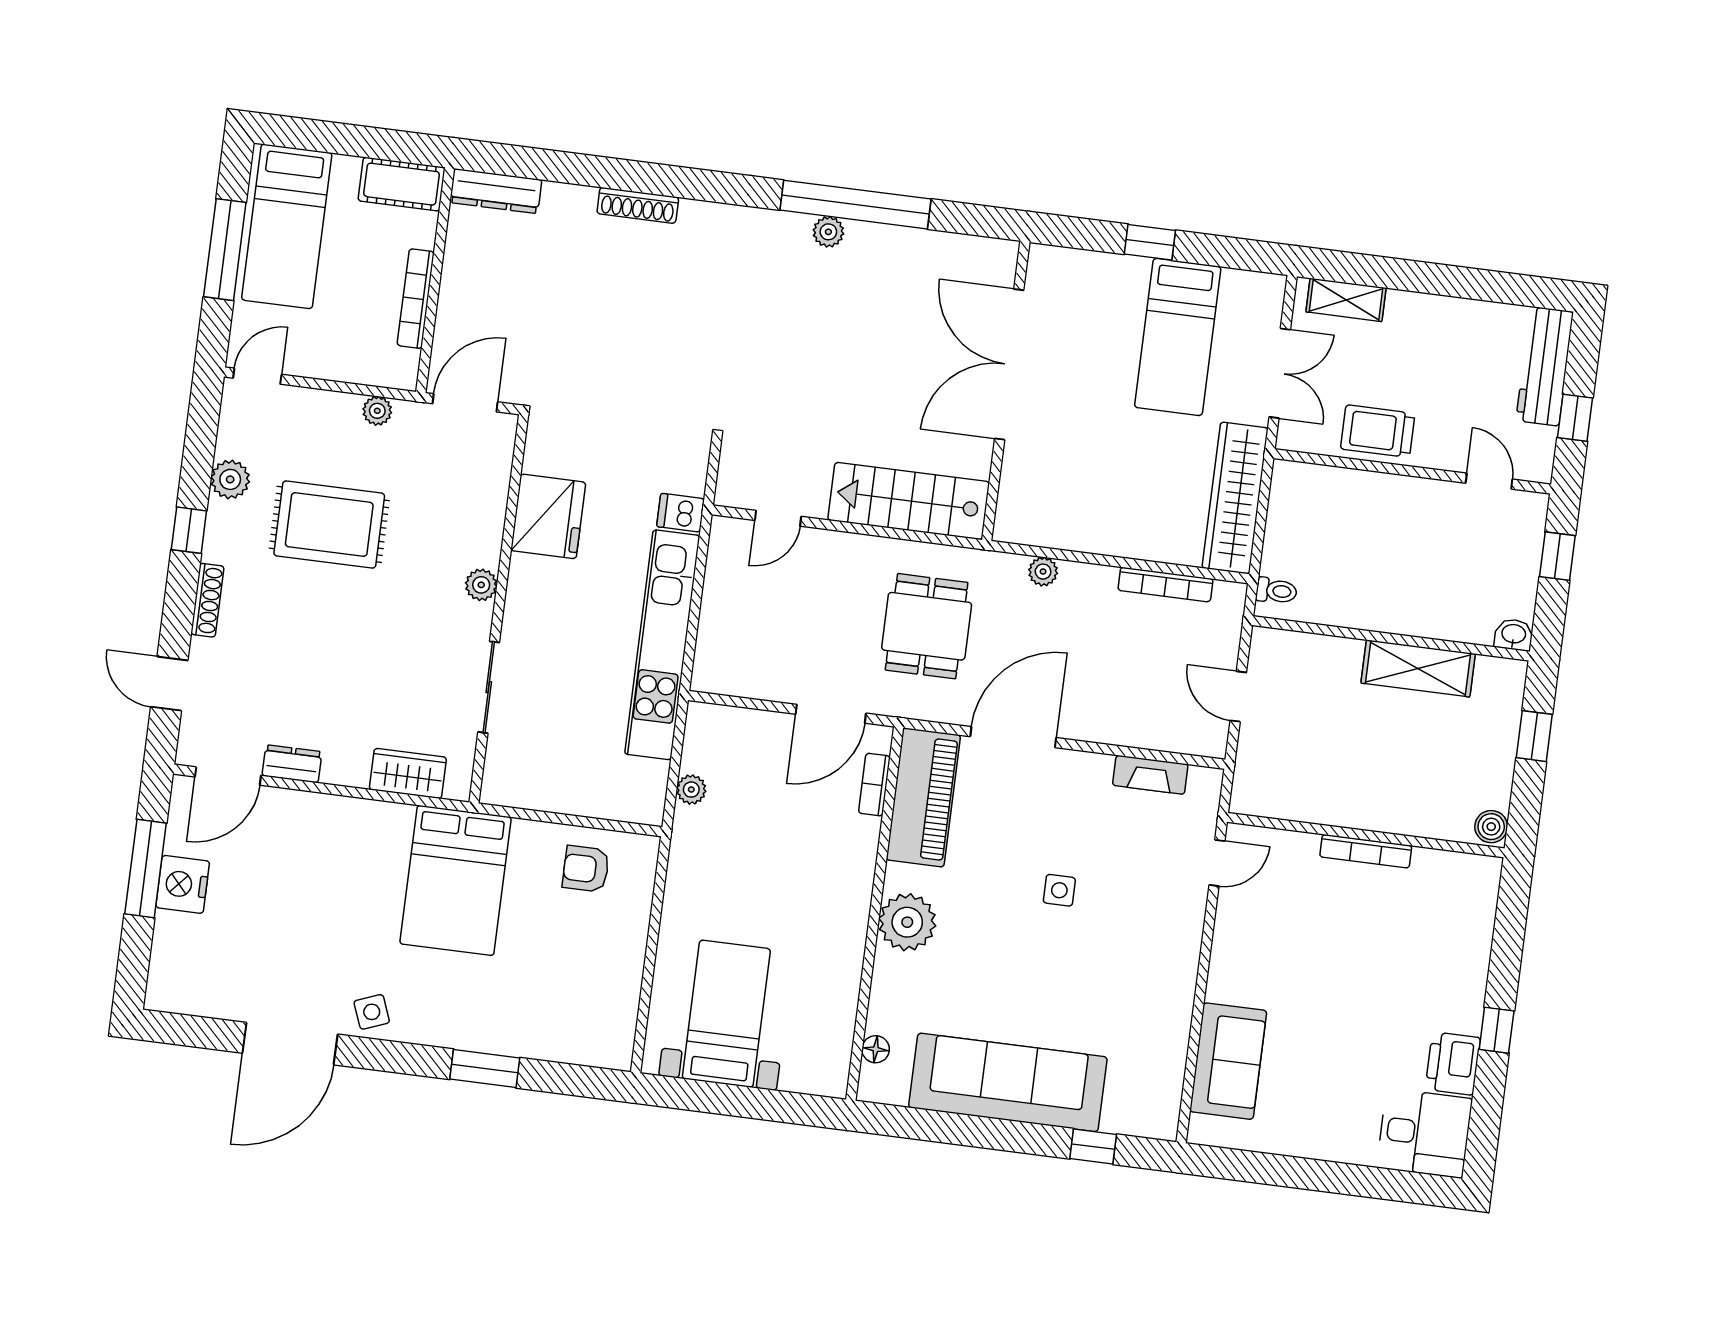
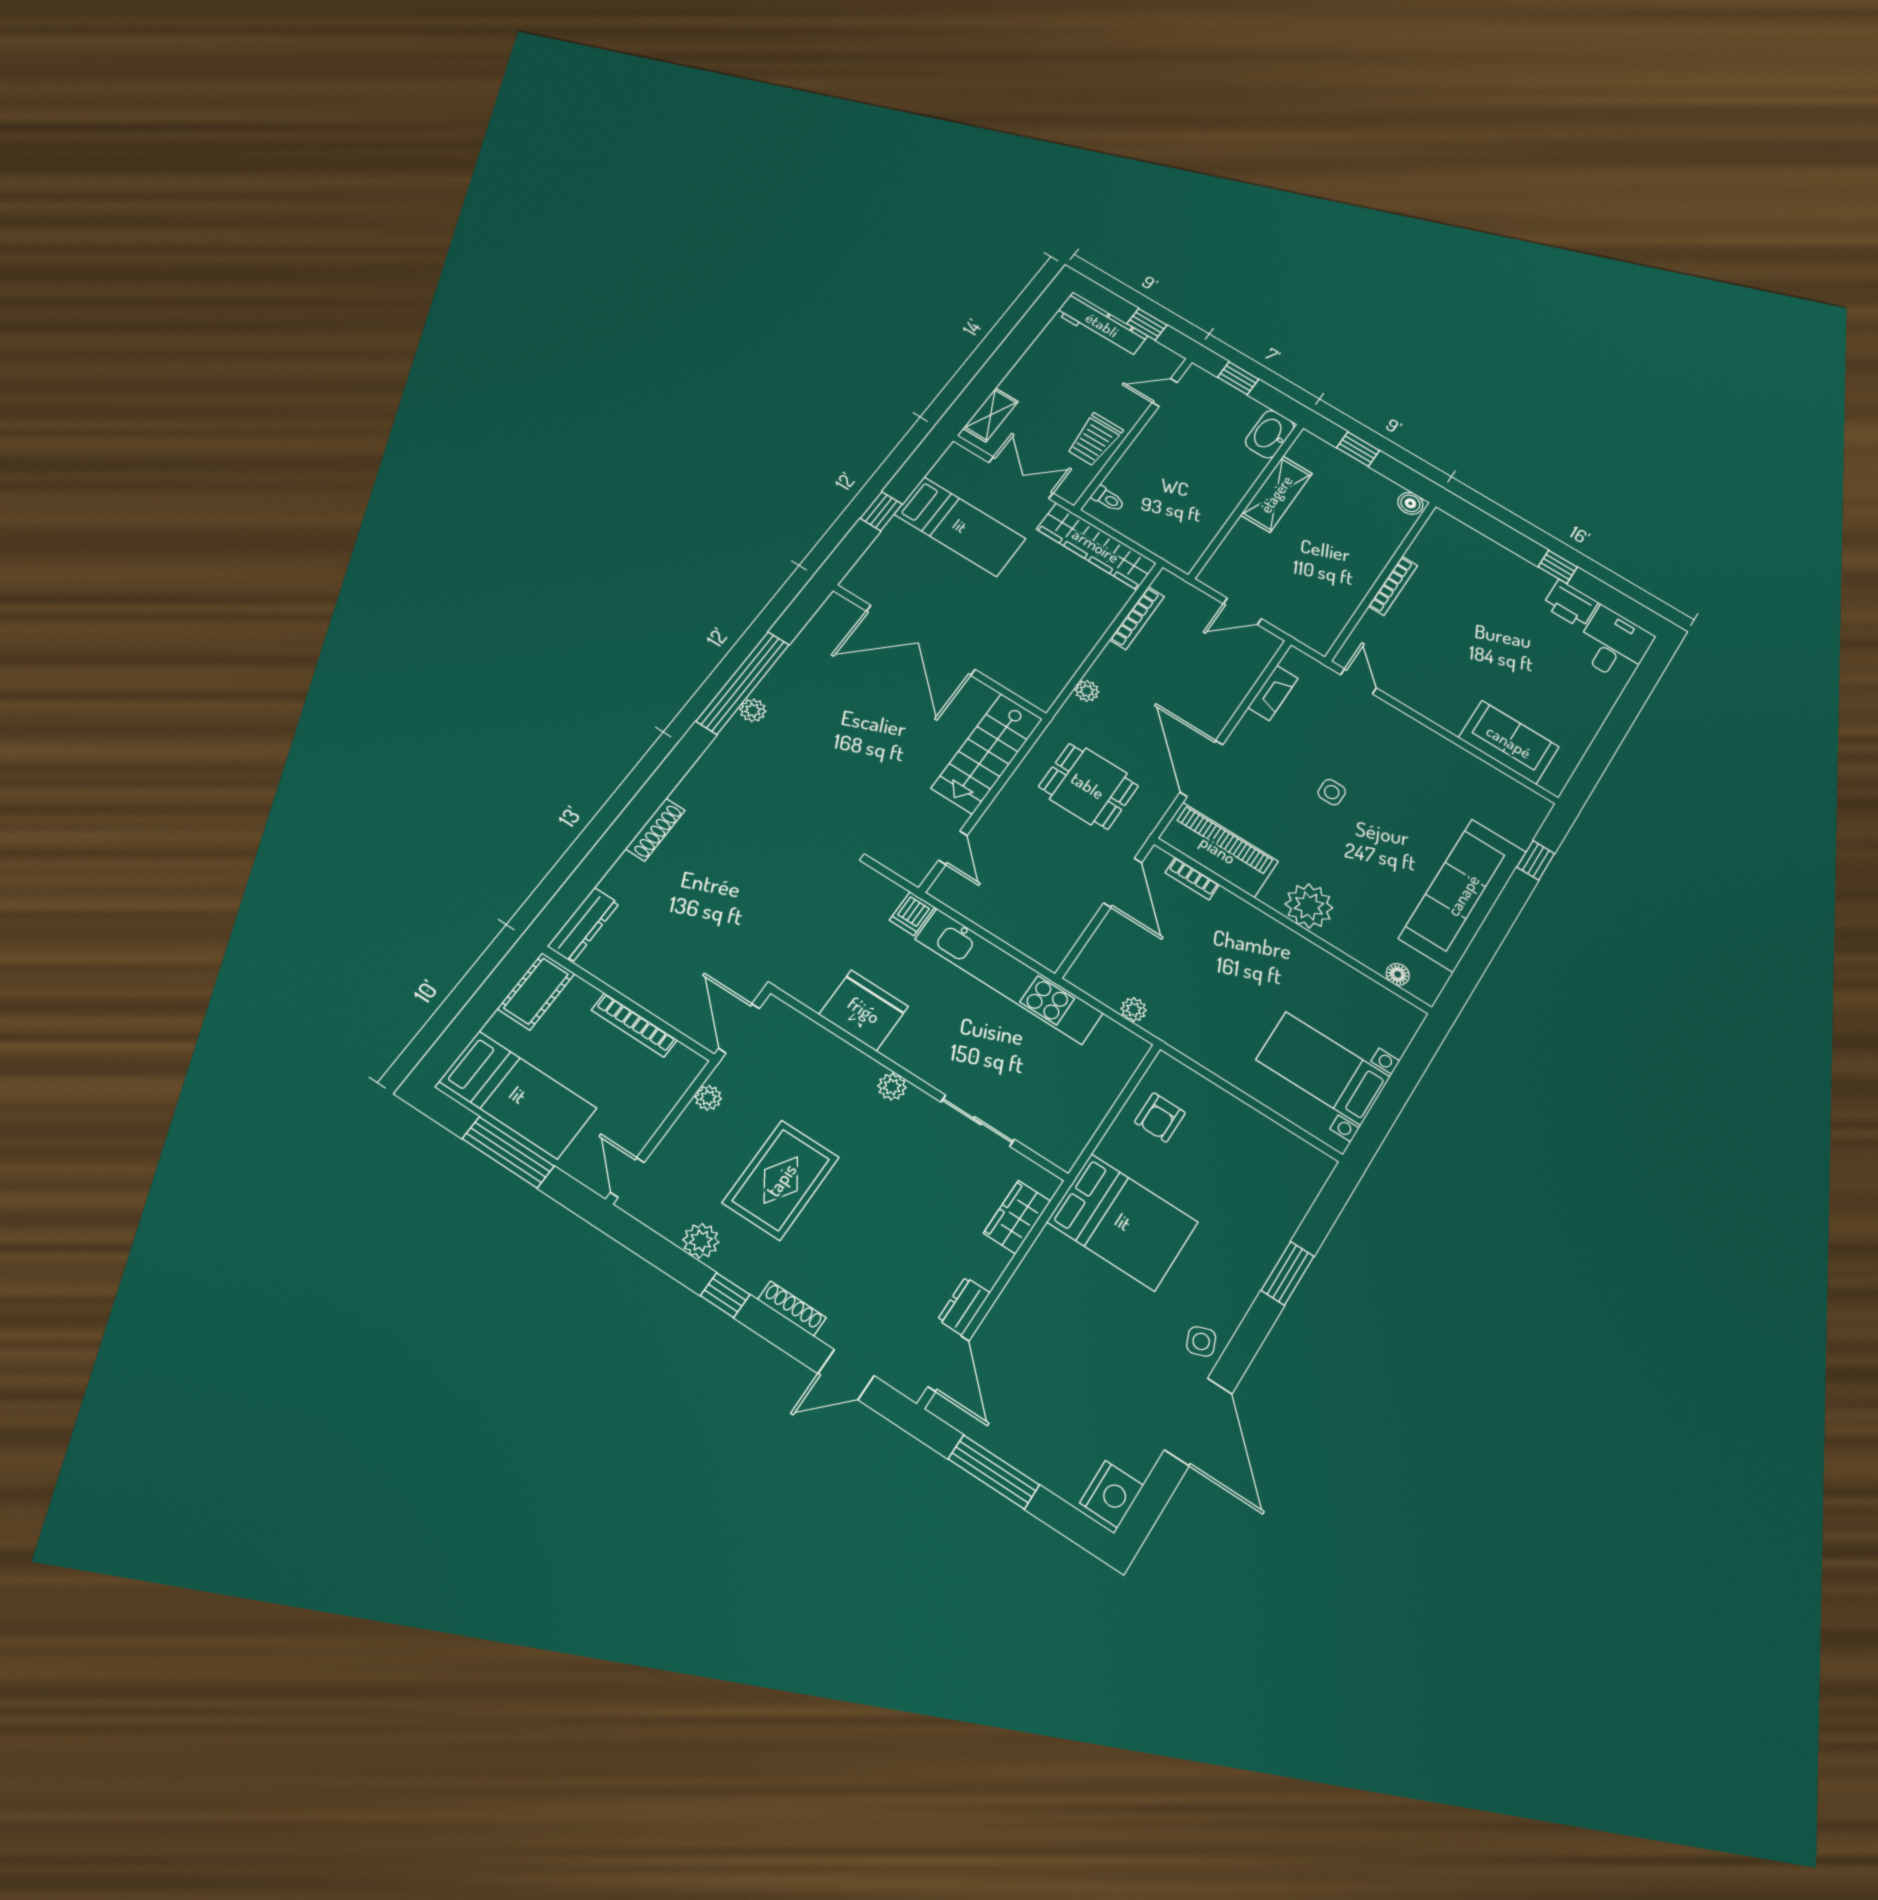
toilet: (1276, 591) -> (1108, 499), moved, turned 90
washbasin: (1514, 635) -> (1270, 434), width x1.91, depth x1.45
nightstand: (183, 884) -> (1111, 1494), moved, turned -90

